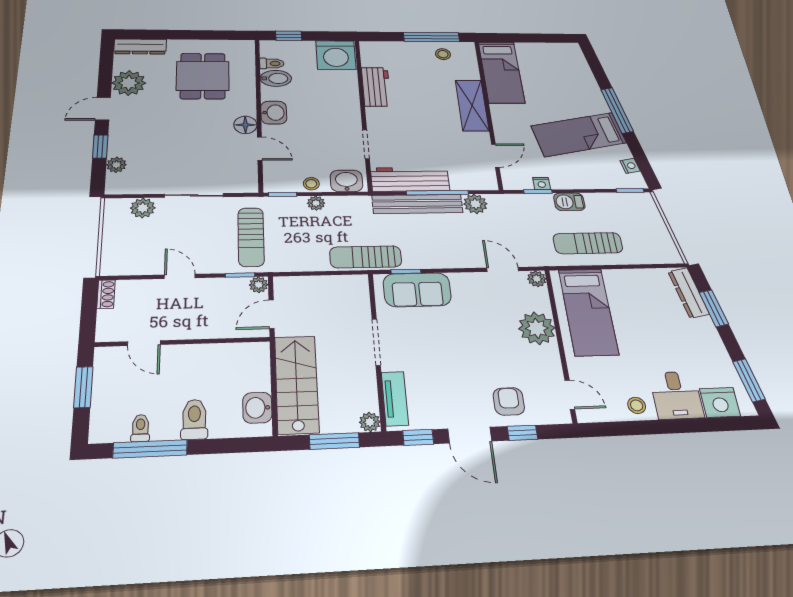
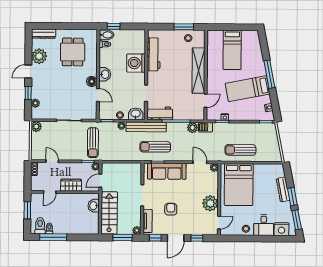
window: (431, 37) -> (184, 27), width x0.69
washing machine: (336, 55) -> (136, 63), moved, turned 90
bed: (501, 72) -> (232, 50), moved
bidet: (276, 78) -> (107, 35), moved
workbench: (376, 87) -> (154, 54), width x1.38
shelving: (472, 105) -> (198, 71), width x1.47
workbench: (410, 179) -> (160, 113), width x0.73
barbecue: (569, 202) -> (206, 127), moved
bench: (417, 204) -> (146, 127), moved
plant: (143, 208) -> (36, 126), moved
sun lounger: (366, 257) -> (155, 147), moved
door: (180, 276) -> (52, 161), moved
sofa: (417, 290) -> (167, 171), width x1.36
dresser: (689, 293) -> (283, 189), moved
window: (714, 308) -> (292, 197), moved
bed: (588, 312) -> (239, 185), width x1.50
wardrobe: (199, 326) -> (71, 185), added
plant: (537, 328) -> (210, 203), moved
door: (144, 343) -> (50, 192), hinge flipped
door: (570, 395) -> (219, 223), hinge flipped
armchair: (509, 401) -> (171, 209), moved
washbasin: (257, 408) -> (94, 206), moved
toilet: (194, 419) -> (40, 226), moved
door: (470, 435) -> (176, 238), hinge flipped

